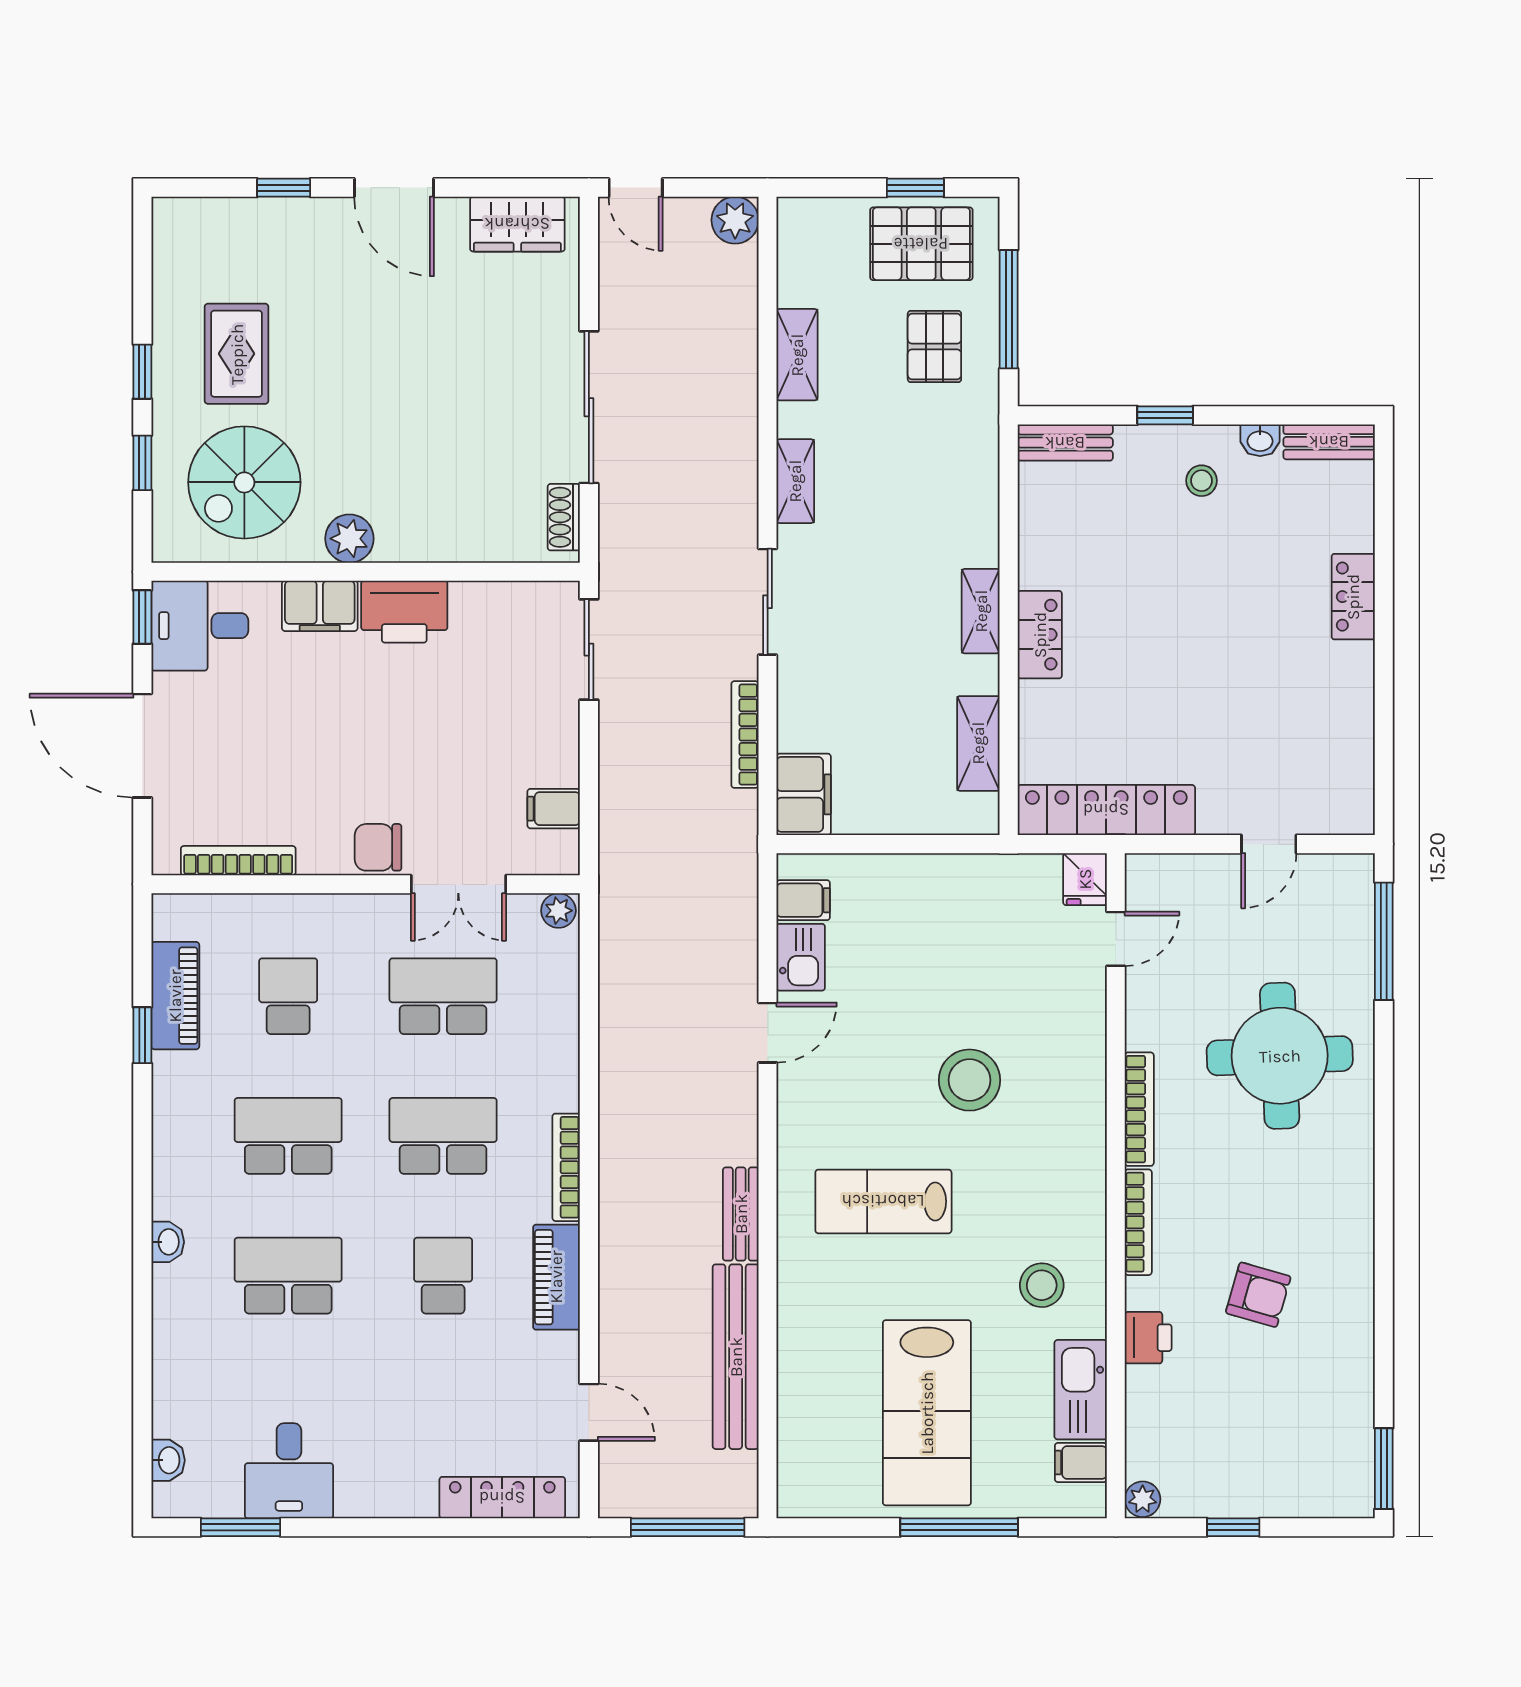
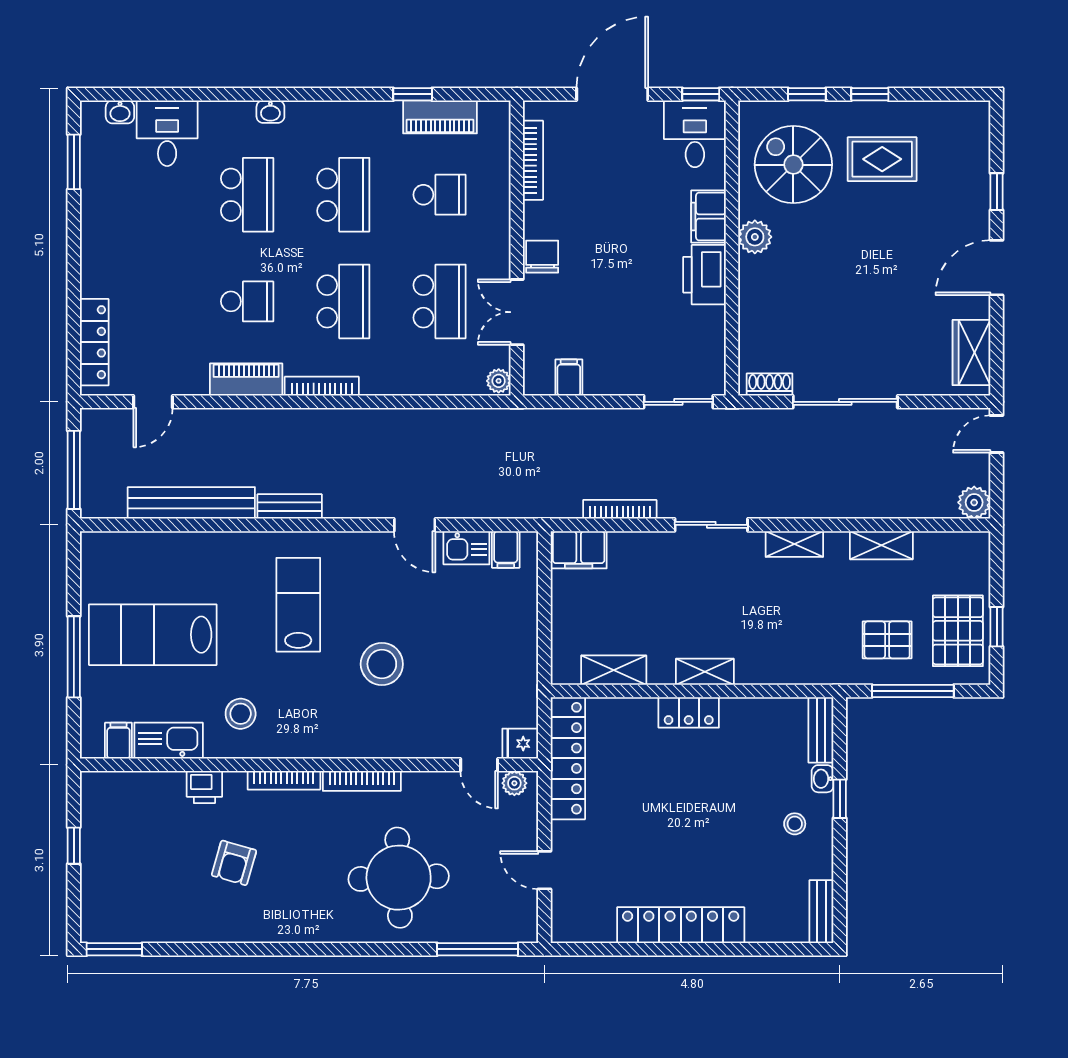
washbasin: (1260, 440) -> (823, 779), moved
locker: (1353, 597) -> (681, 925), width x2.16, depth x1.21
desk: (289, 1471) -> (167, 133), moved, turned 90
plant: (1143, 1499) -> (514, 783), moved

